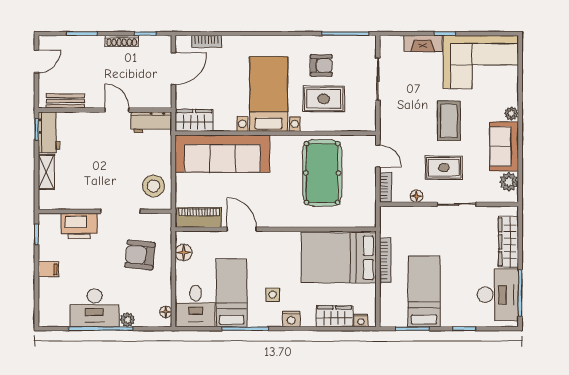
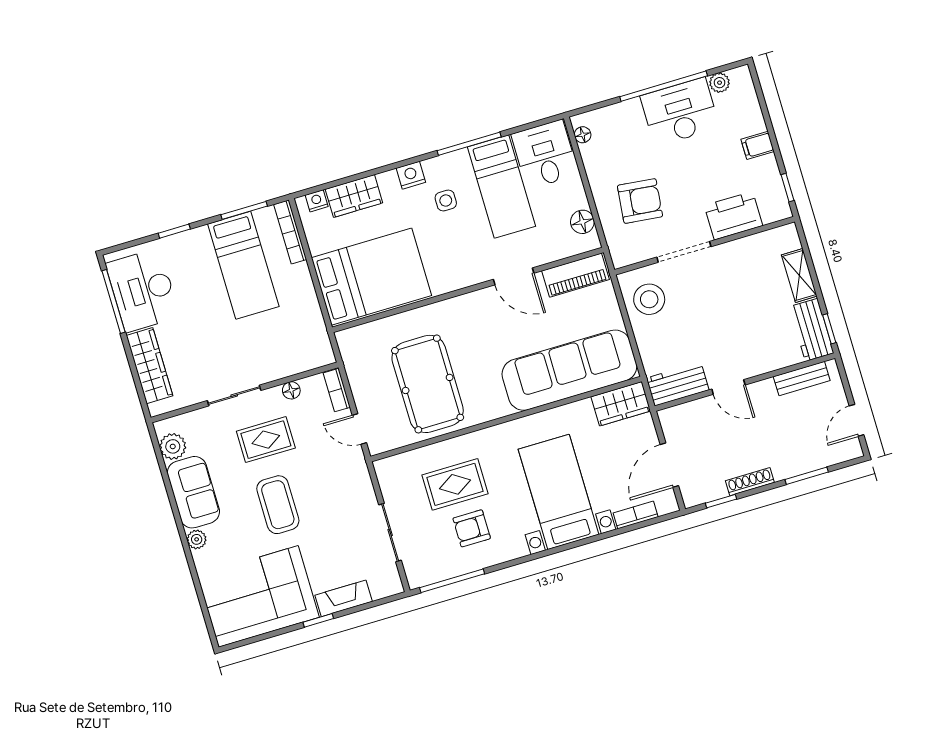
bed with nightstands: (269, 94) -> (559, 492), moved, turned 180
bookcase: (385, 260) -> (290, 232), moved
plant: (127, 320) -> (720, 83), moved

